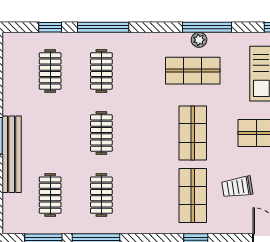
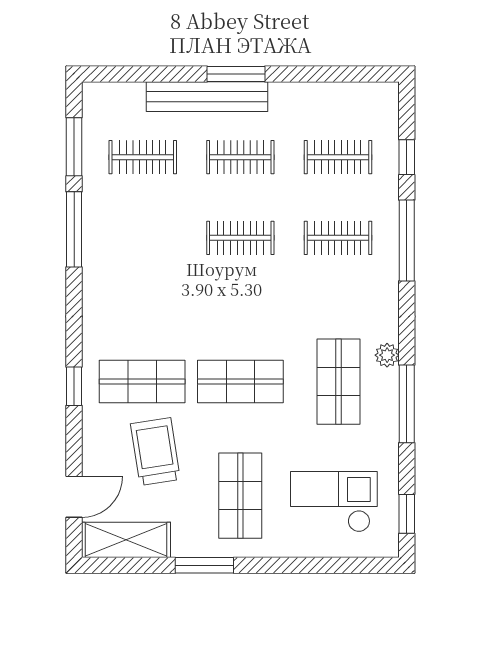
plant: (199, 40) -> (387, 355), moved
trolley: (237, 187) -> (155, 452), width x1.36, depth x1.39
clothes rail: (101, 195) -> (240, 157), moved

